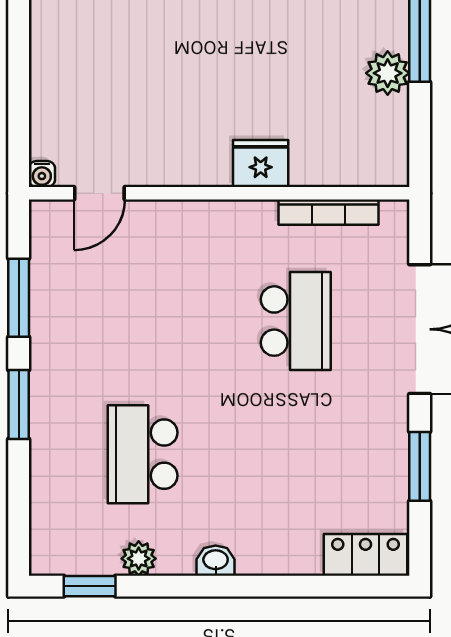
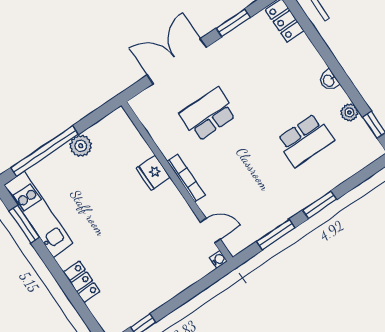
bookcase: (329, 212) -> (186, 178), moved

